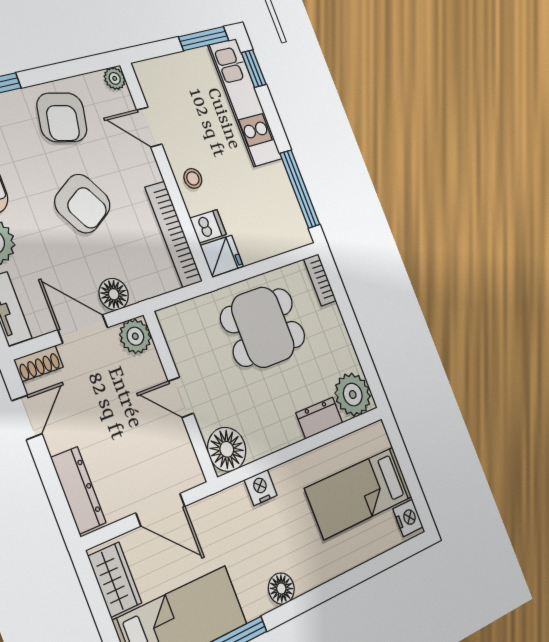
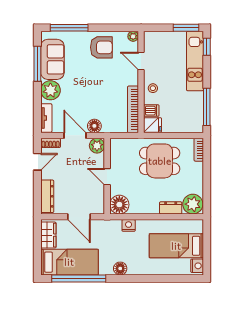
armchair: (62, 117) -> (101, 47), turned -102
armchair: (82, 204) -> (96, 85), removed

